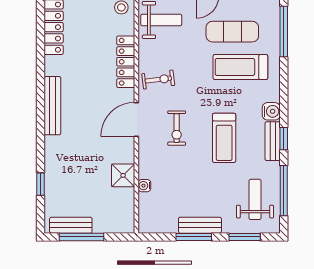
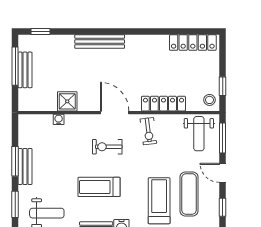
bench: (52, 106) -> (100, 42), moved
window: (41, 184) -> (40, 31), moved
bench: (71, 225) -> (25, 70), moved

